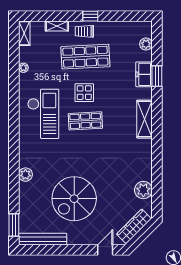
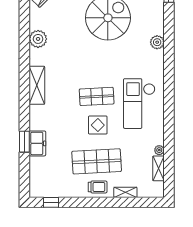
window: (90, 16) -> (51, 202), moved
shelving: (24, 33) -> (158, 168), moved
plant: (146, 44) -> (35, 174), removed
shelving: (145, 119) -> (37, 85), moved
plant: (143, 190) -> (38, 39), moved

